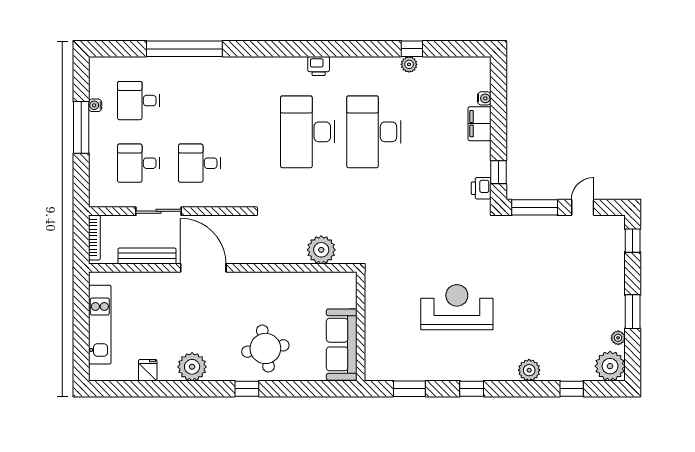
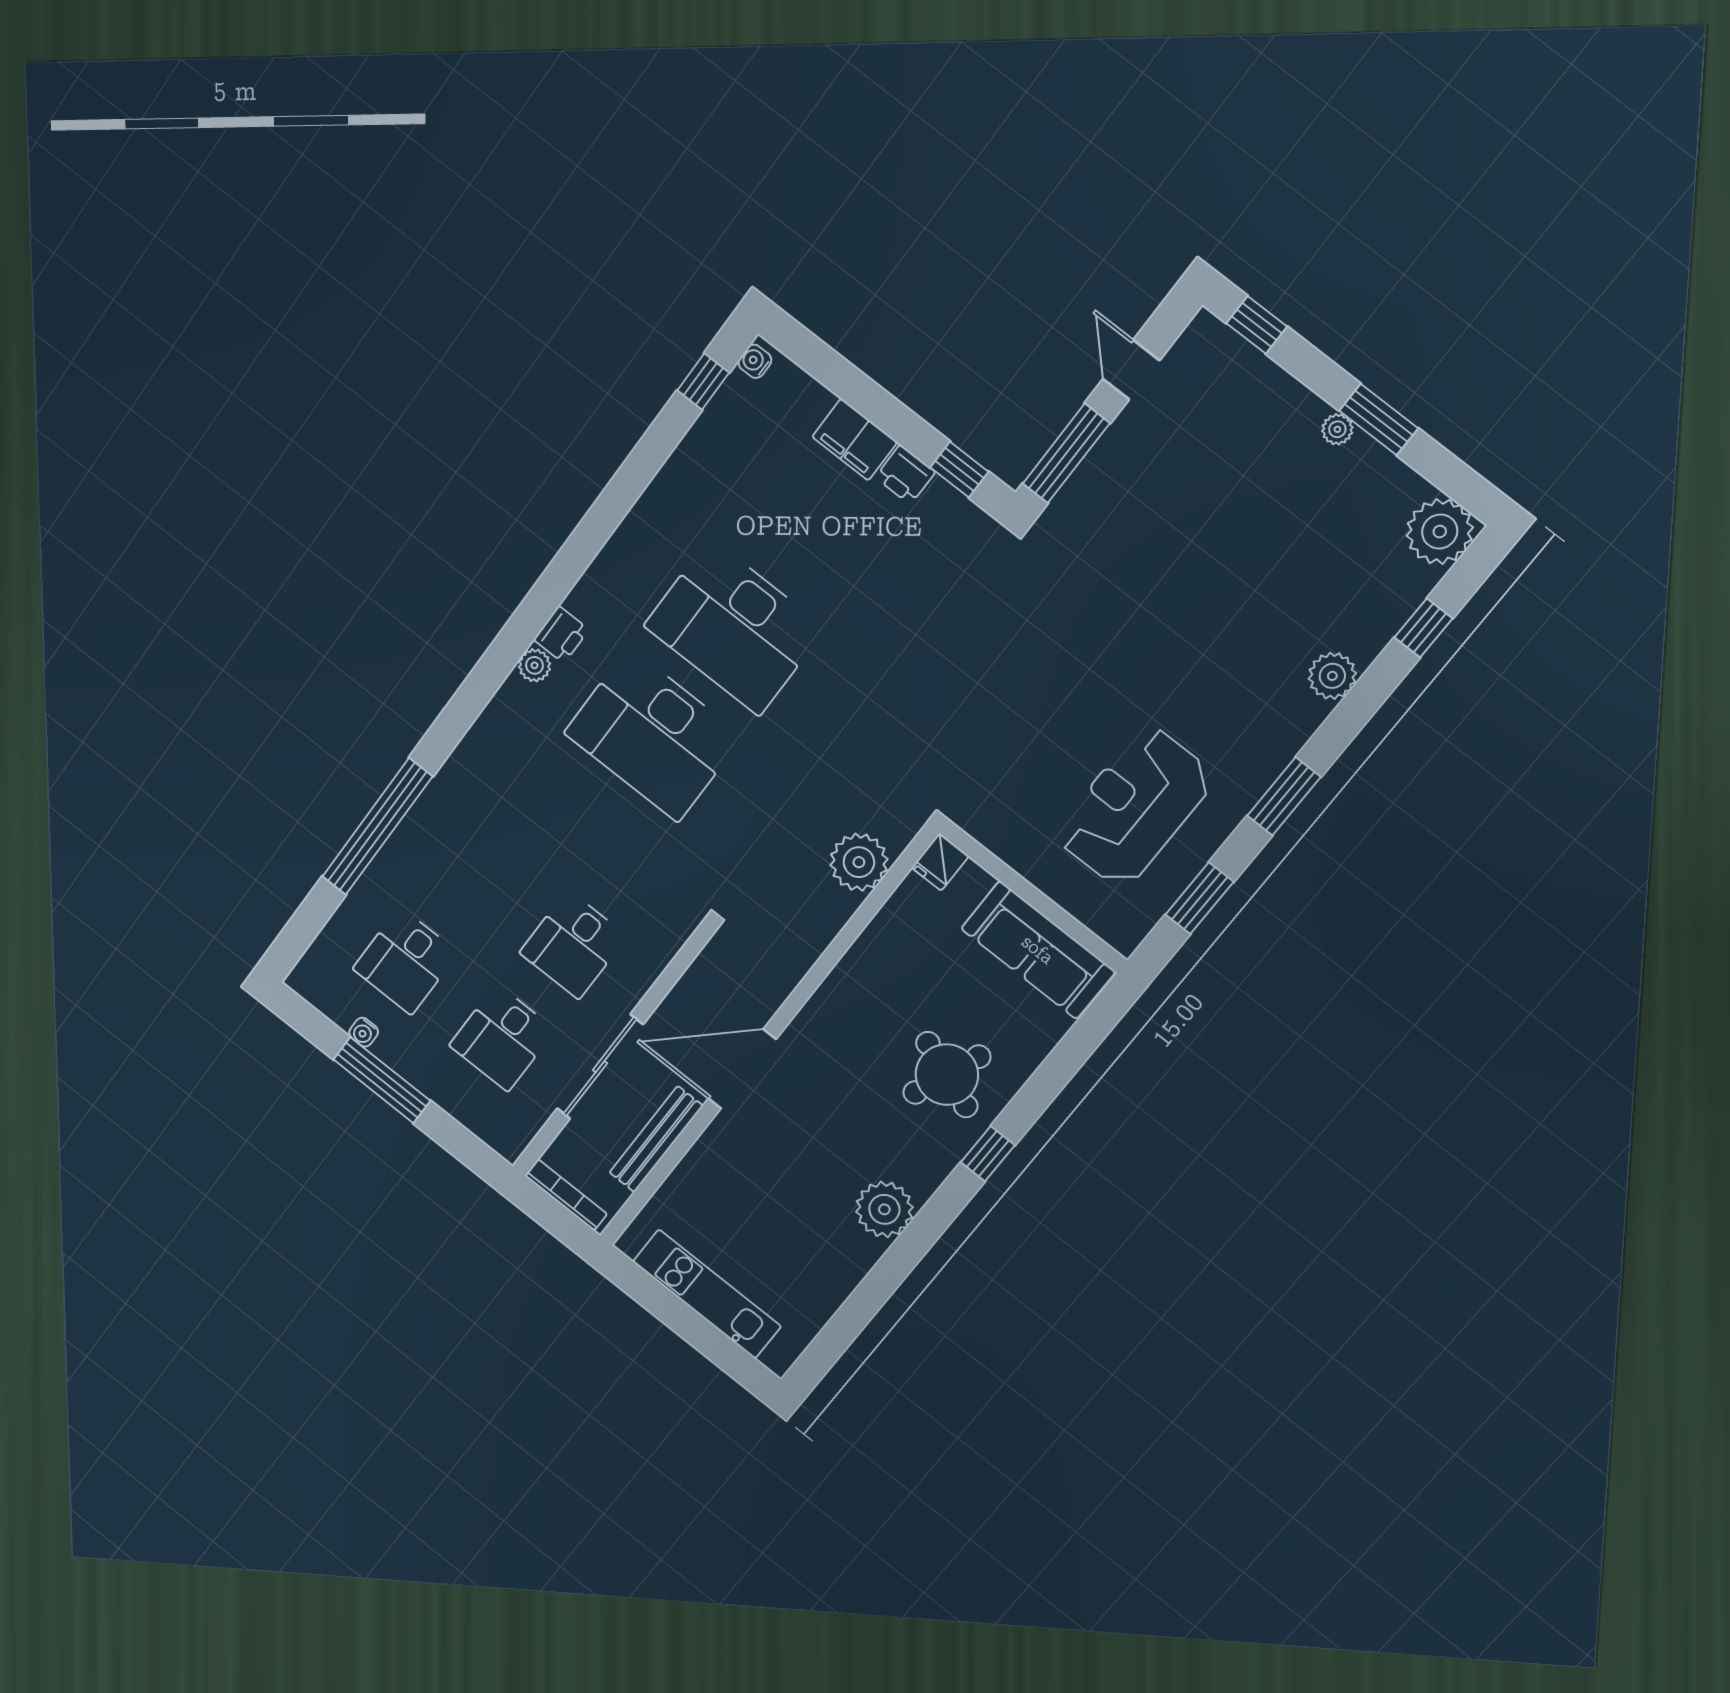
window: (412, 49) -> (703, 382), moved
plant: (409, 64) -> (534, 665), moved
water cooler: (484, 98) -> (755, 361), moved, turned -90
printer: (481, 188) -> (905, 475), moved
sliding door: (159, 211) -> (600, 1067), width x1.37
reception desk: (457, 307) -> (1135, 807), moved
plant: (618, 338) -> (1337, 429), moved
round table: (265, 348) -> (947, 1075), turned 31
fridge: (148, 370) -> (940, 862), moved, turned -90
window: (472, 389) -> (1284, 796), width x1.50

